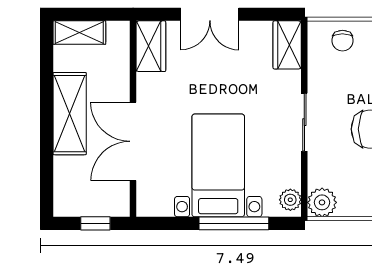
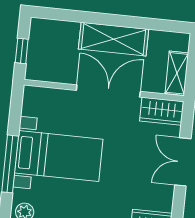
shelving: (79, 33) -> (177, 73), moved
double door: (133, 141) -> (108, 91), moved

